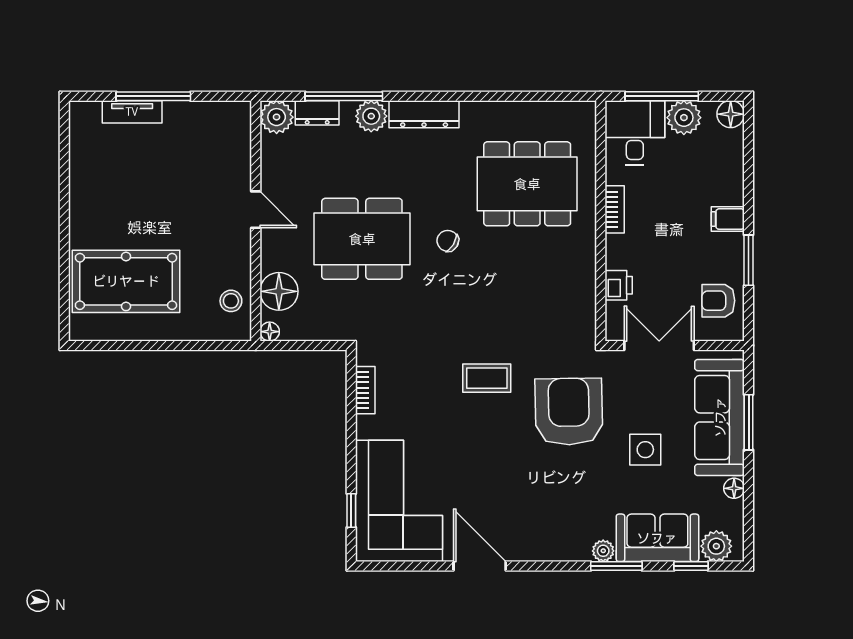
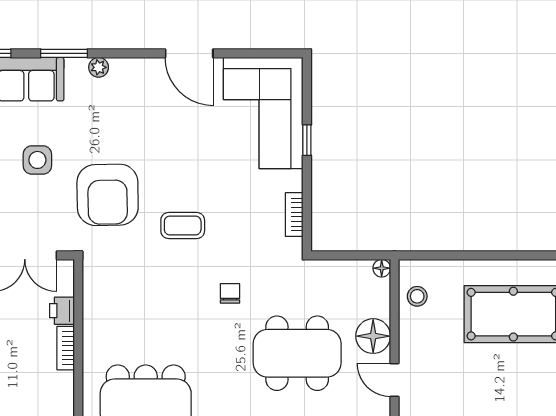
bookcase: (615, 209) -> (66, 348), moved
chair: (448, 241) -> (230, 293), moved, turned -121
floor lamp: (279, 291) -> (373, 336), moved
window: (351, 511) -> (307, 140), moved
plant: (603, 551) -> (99, 67), moved

